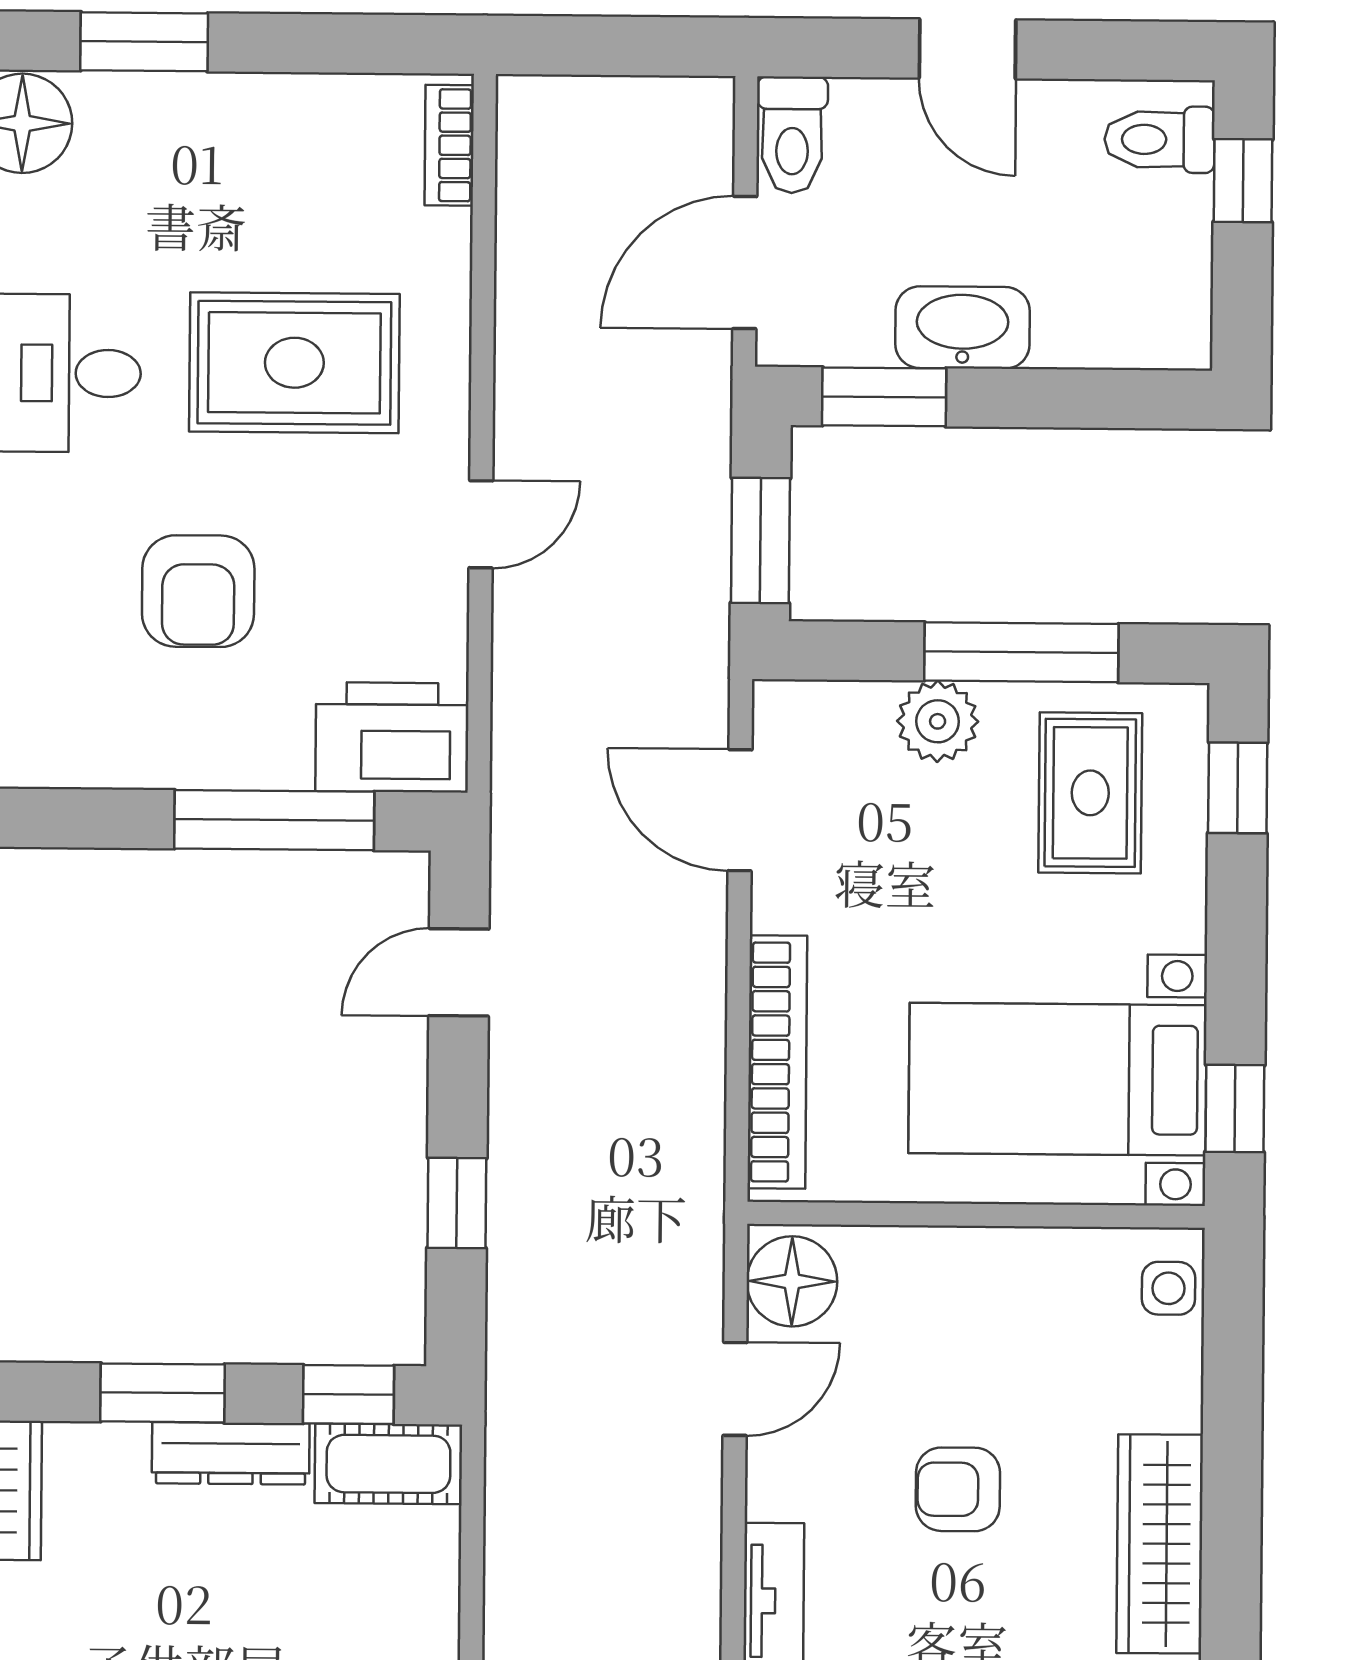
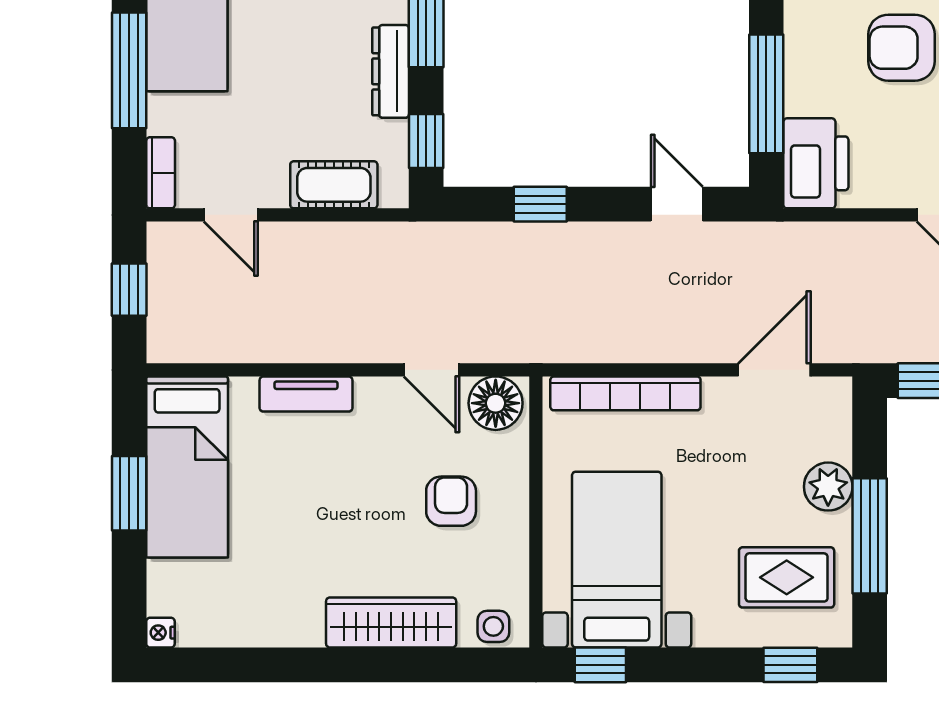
cot: (388, 1464) -> (334, 185), moved, turned 90
armchair: (958, 1489) -> (451, 501), moved
wardrobe: (1160, 1544) -> (391, 622), moved

